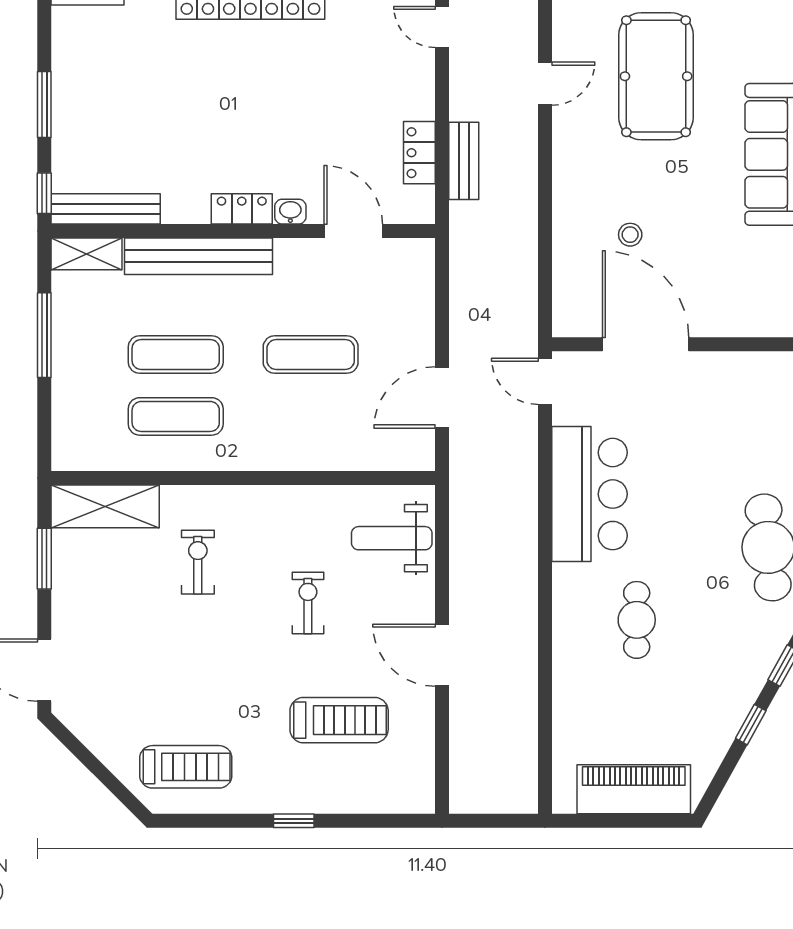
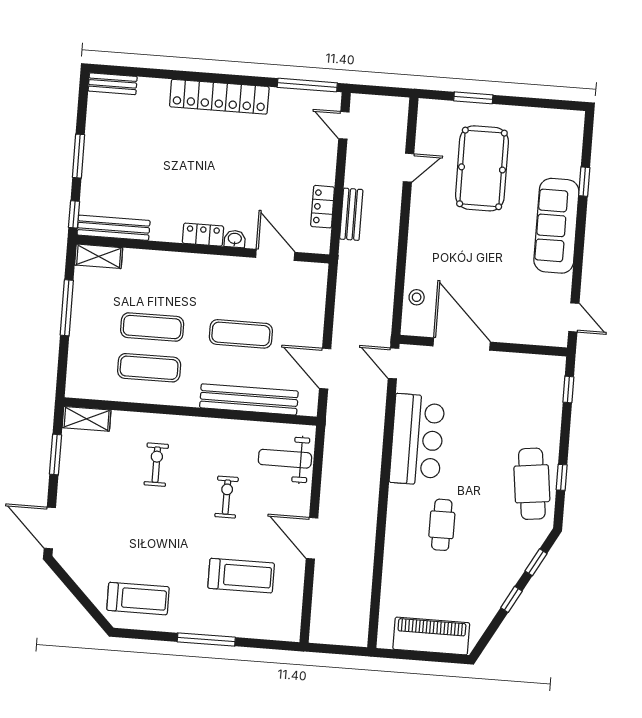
stool: (630, 235) -> (417, 297), moved
bench: (199, 256) -> (249, 399), moved
door: (442, 397) -> (325, 369), hinge flipped
shelving: (105, 506) -> (87, 419), width x0.67, depth x0.75
window: (294, 821) -> (206, 639), width x2.17

